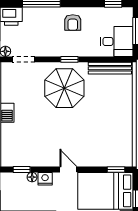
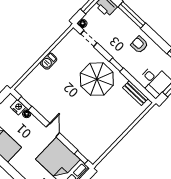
armchair: (73, 22) -> (139, 45), turned 90
bench: (110, 68) -> (135, 93), width x0.73
nightstand: (45, 179) -> (18, 107), moved

